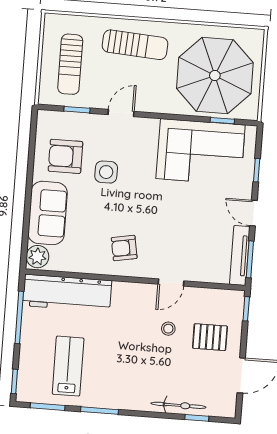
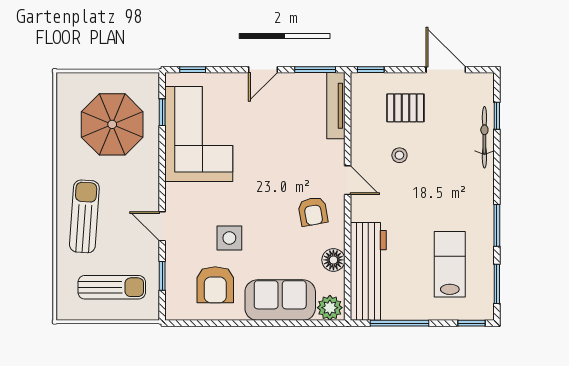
parasol: (215, 75) -> (112, 124), width x0.73, depth x0.73
window: (257, 170) -> (193, 70), moved
tv unit: (240, 256) -> (336, 106), moved, turned 90
floor lamp: (80, 263) -> (333, 260), added
door: (171, 283) -> (348, 180), moved
pallet: (210, 337) -> (405, 108), turned 90
lab bench: (68, 366) -> (450, 264), turned 90

